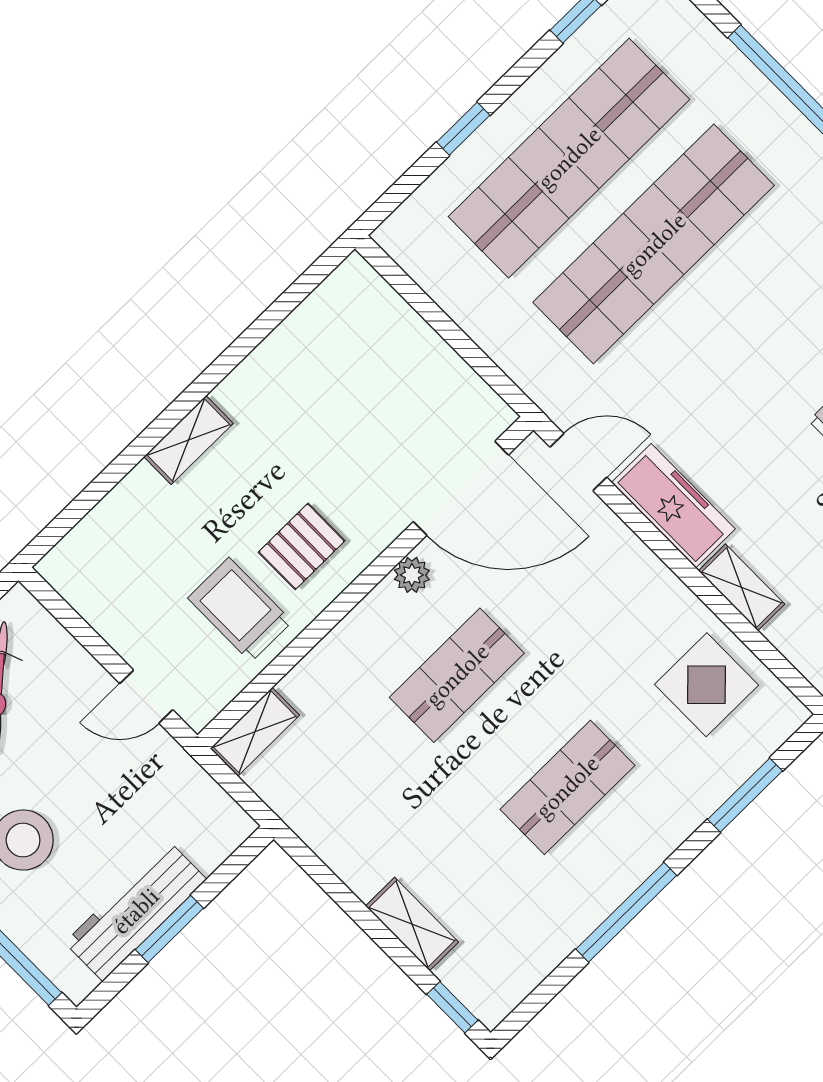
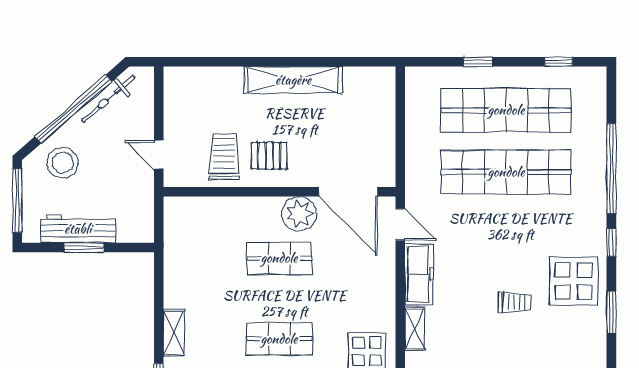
shelving: (189, 440) -> (293, 80), width x2.20, depth x1.33
plant: (412, 575) -> (299, 214), width x1.88, depth x1.88
shelving: (255, 732) -> (186, 206), removed

